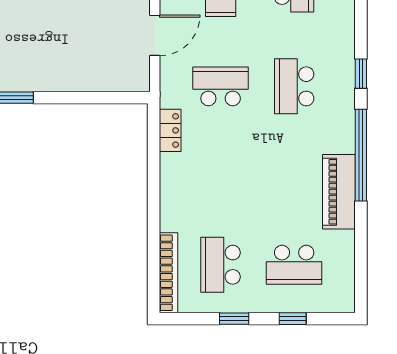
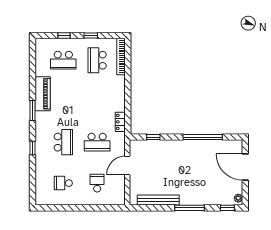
window: (98, 98) -> (153, 137), added
window: (361, 155) -> (33, 111), width x0.47
school desk: (221, 265) -> (97, 60), turned 180
school desk: (294, 265) -> (63, 60), turned 180

